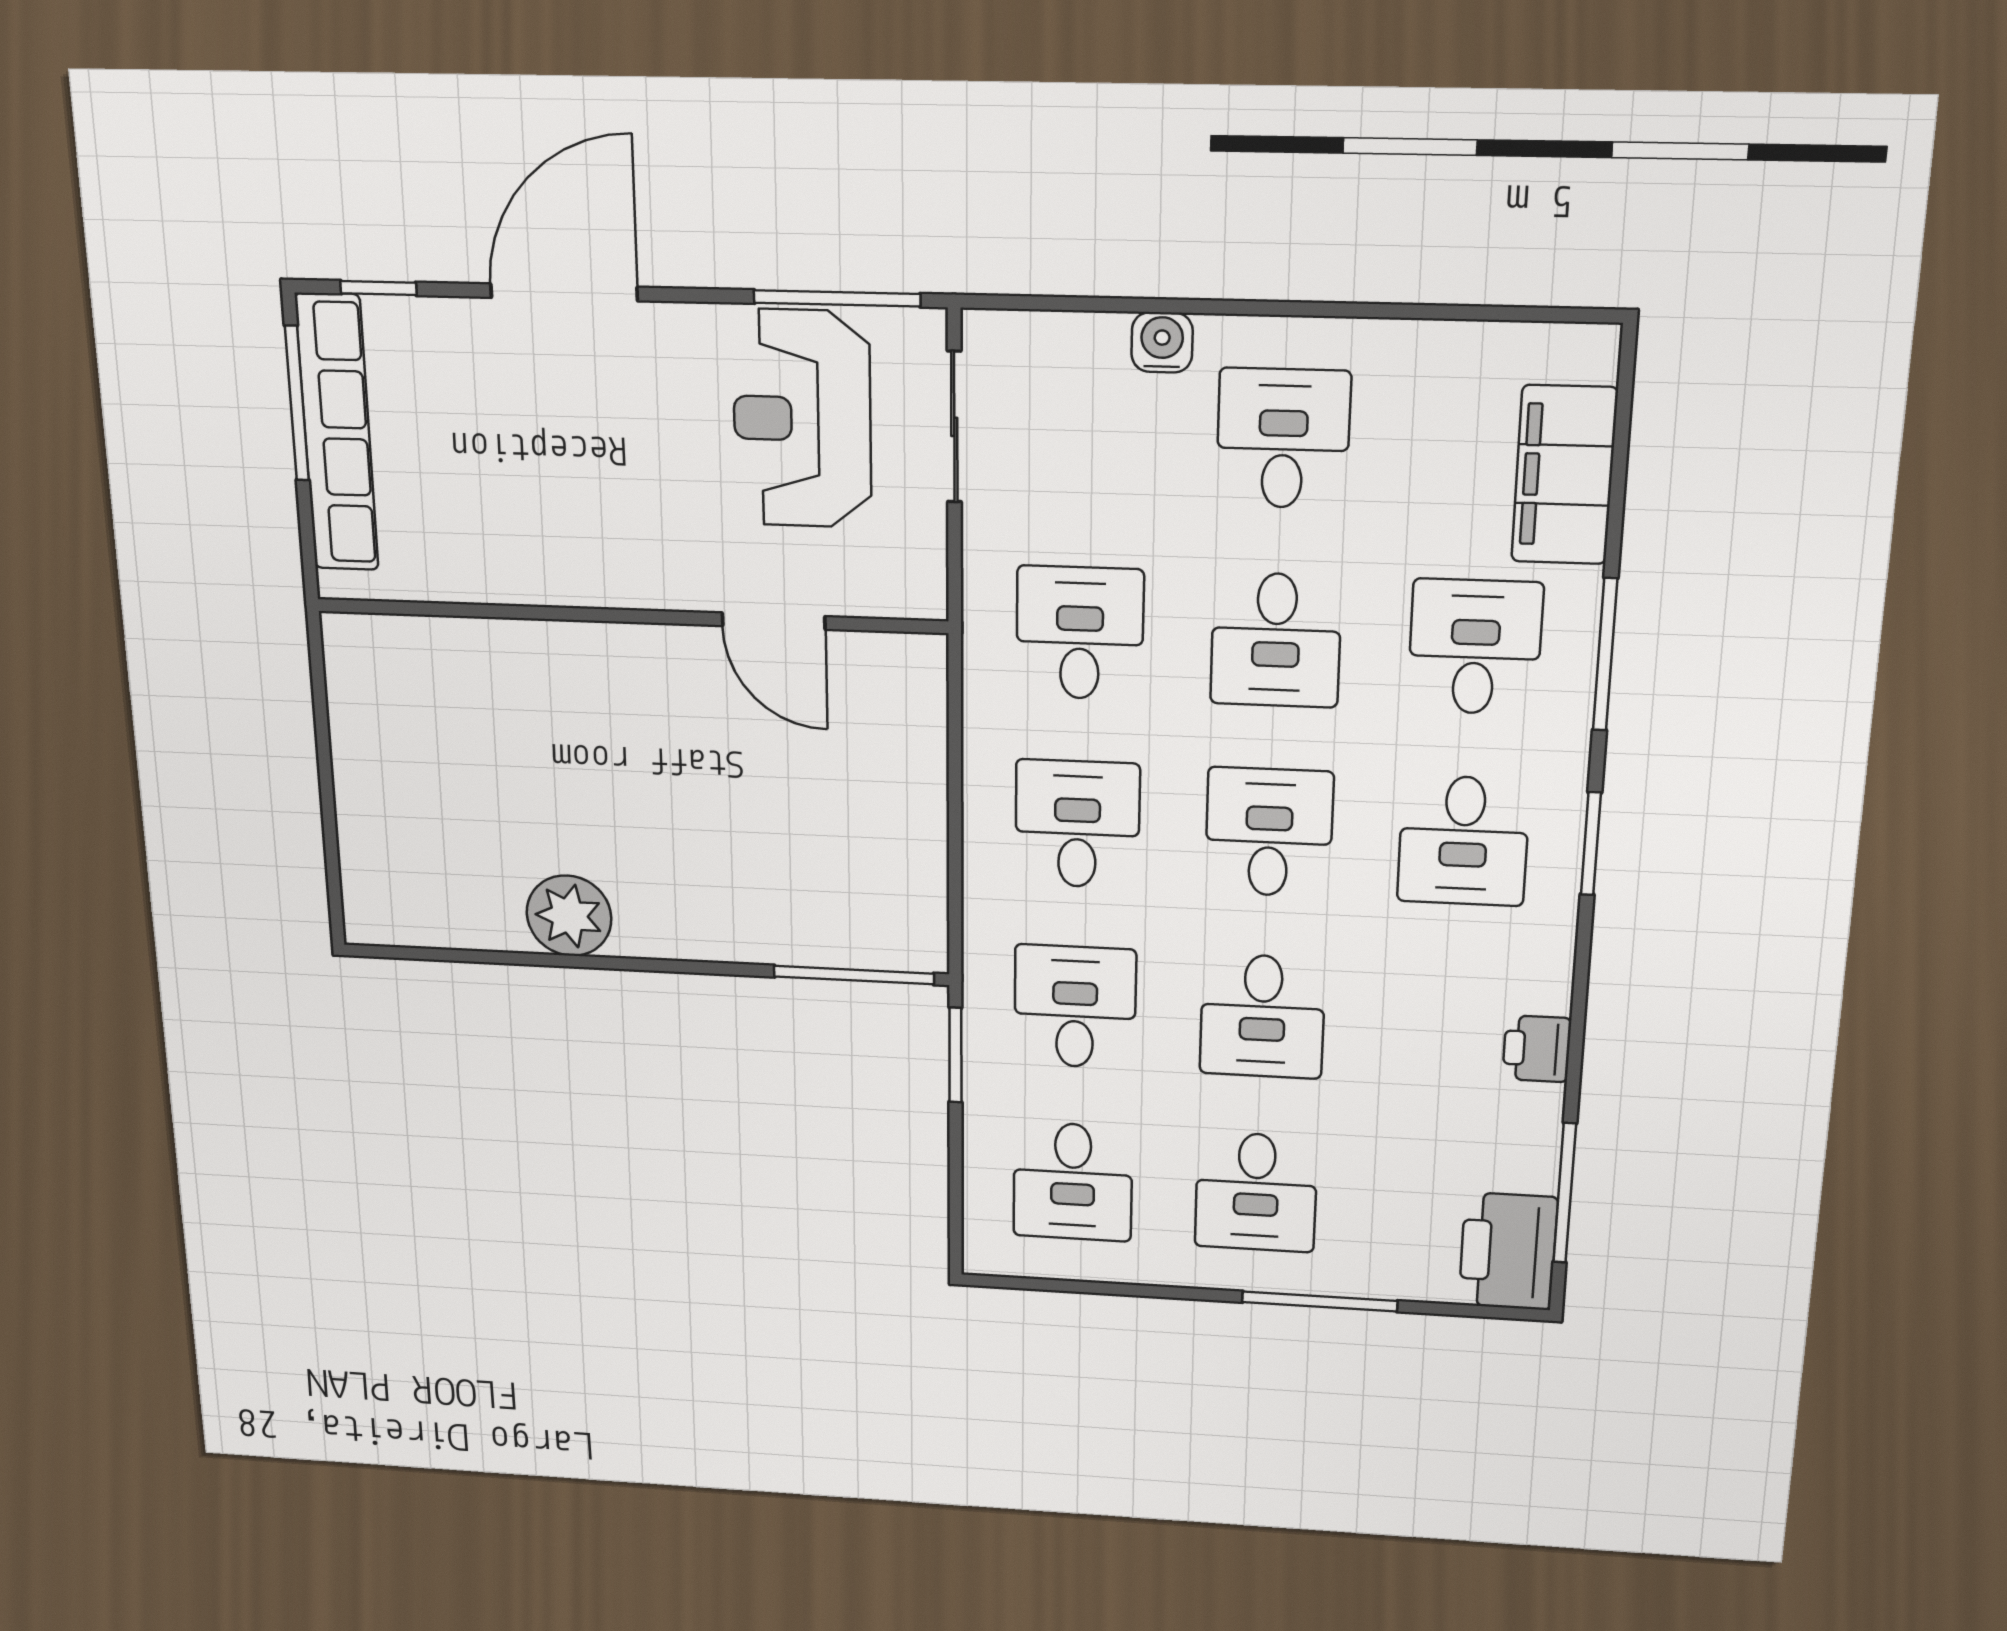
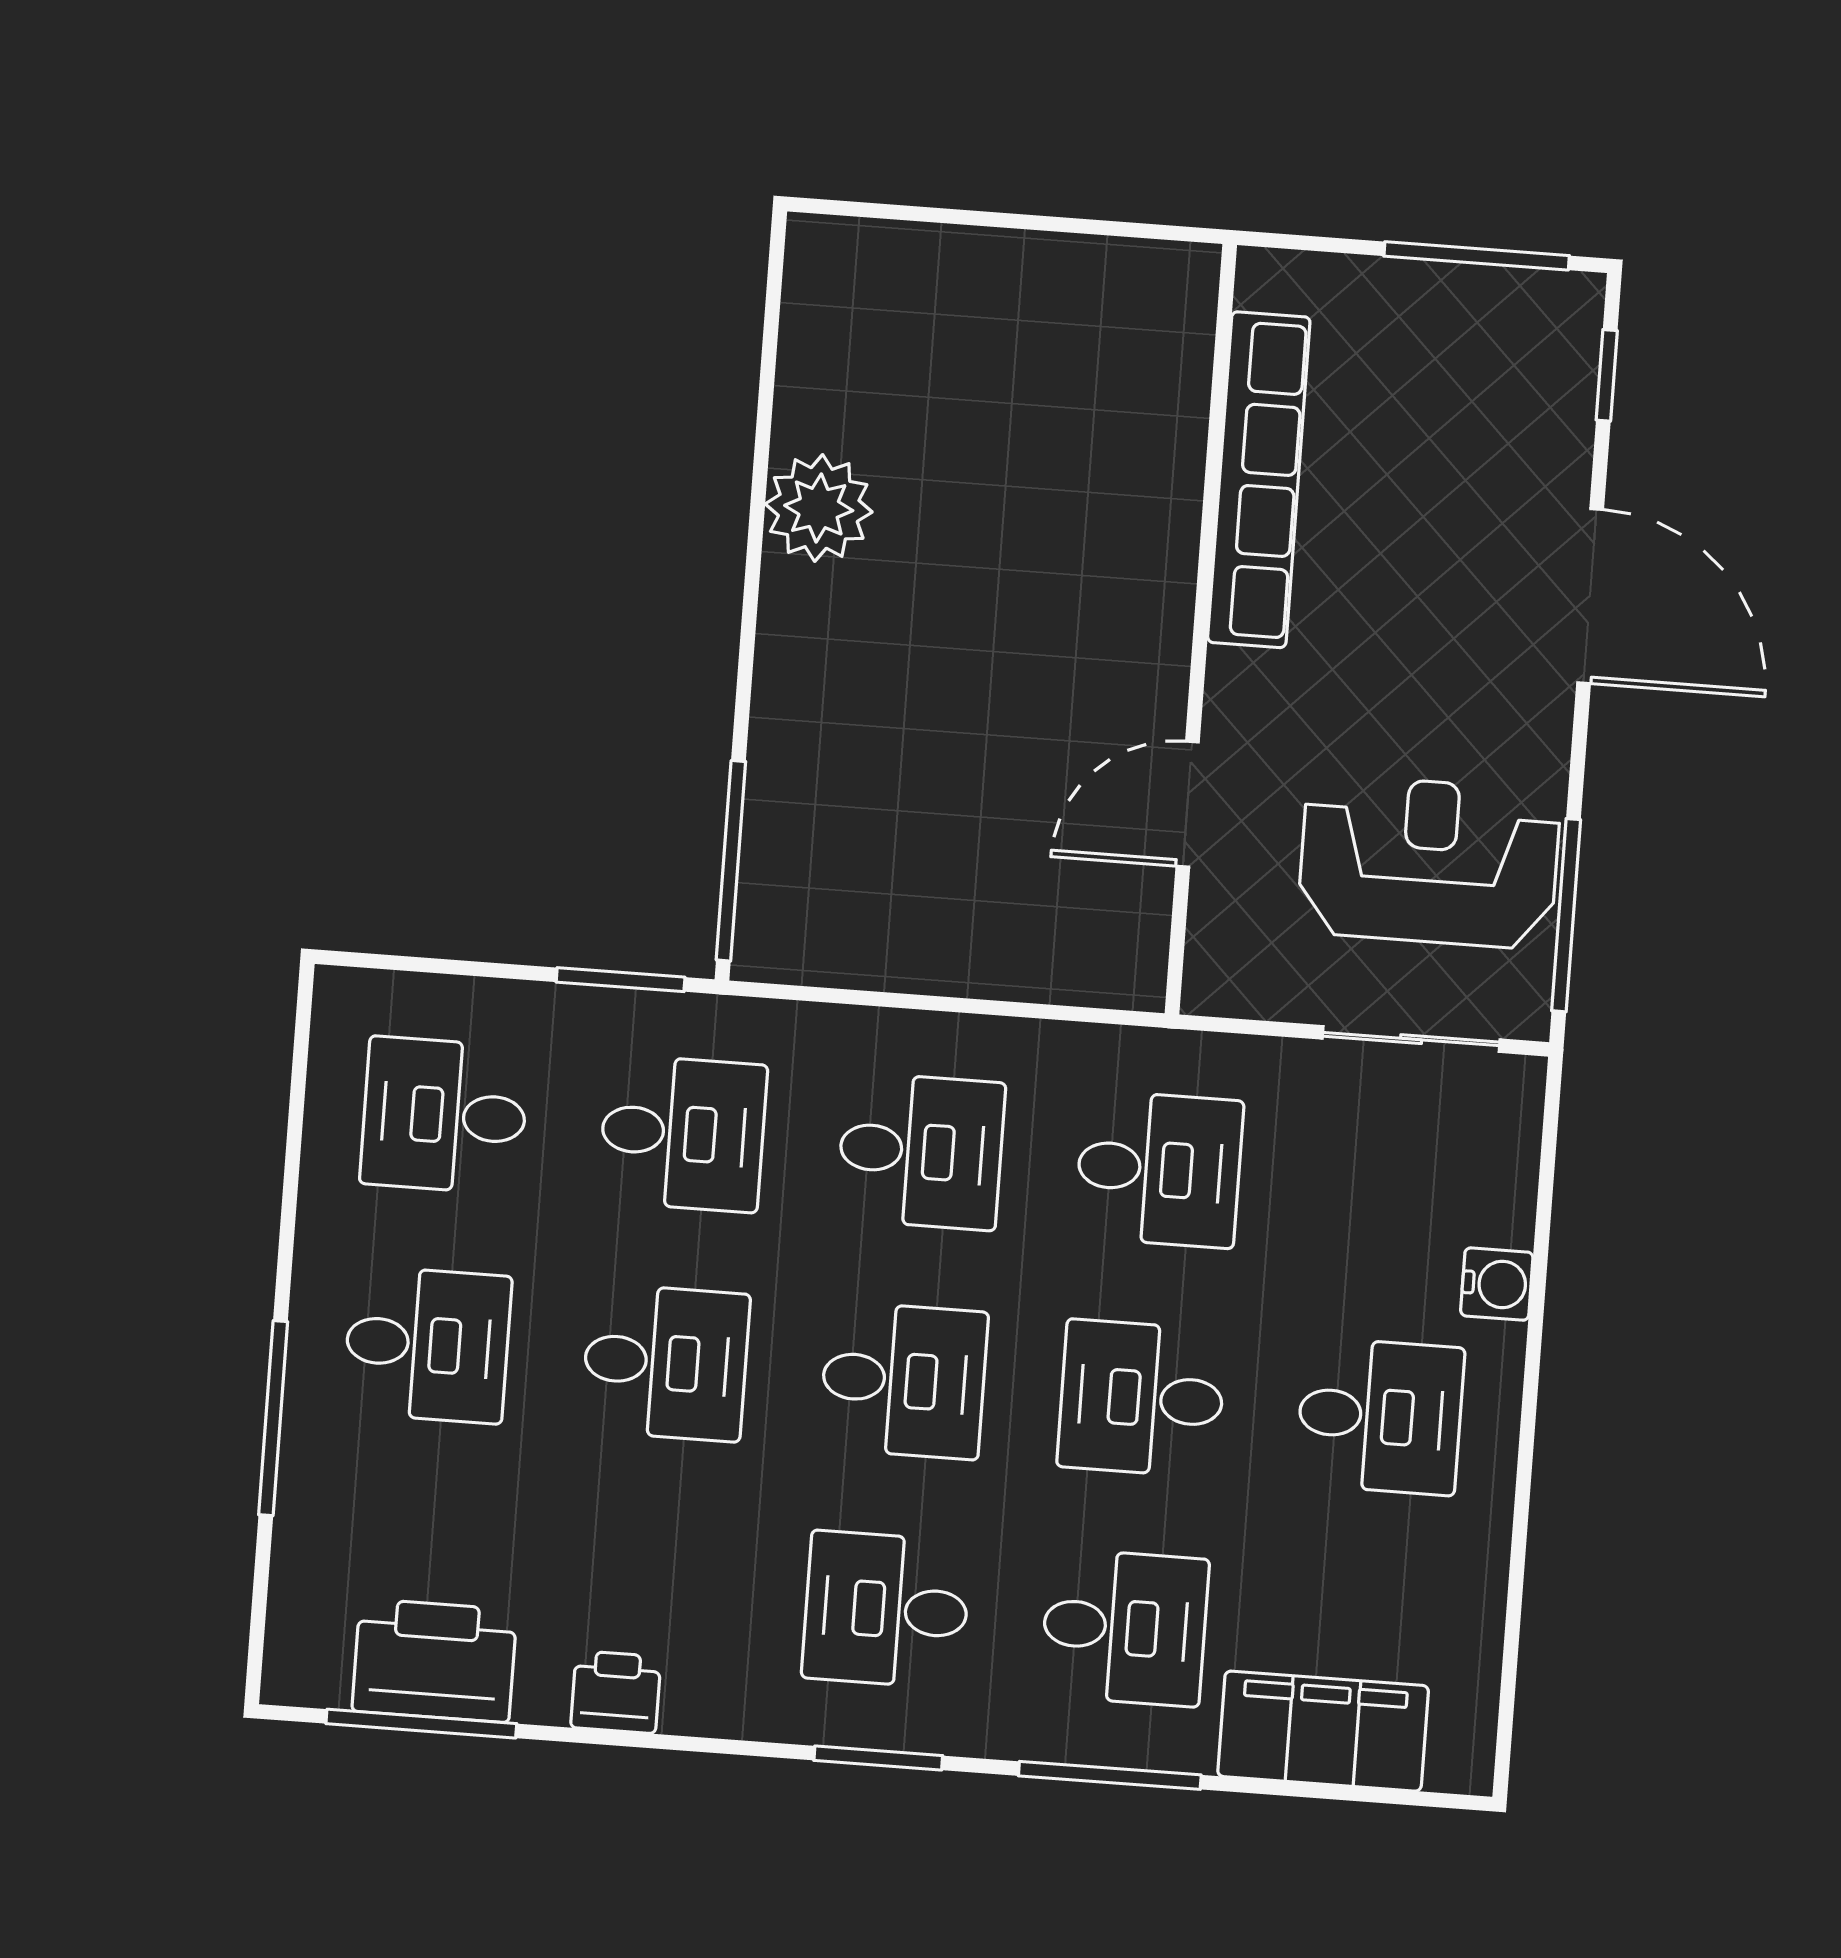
row of seats: (337, 433) -> (1259, 480), moved, turned -90
desk: (1262, 1016) -> (665, 1362), turned 180
desk: (1256, 1192) -> (427, 1345), turned 180
printer: (1508, 1251) -> (434, 1661), moved

